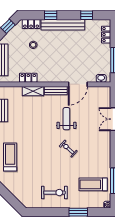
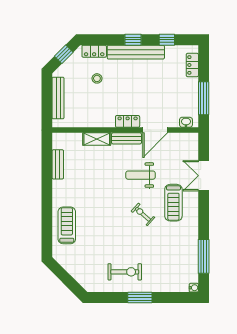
window: (51, 15) -> (133, 40), moved
locker: (28, 78) -> (128, 121), moved
weight bench: (66, 119) -> (140, 175), turned -90
treadmill: (93, 184) -> (173, 203), moved, turned -90
window: (78, 212) -> (140, 298), moved

